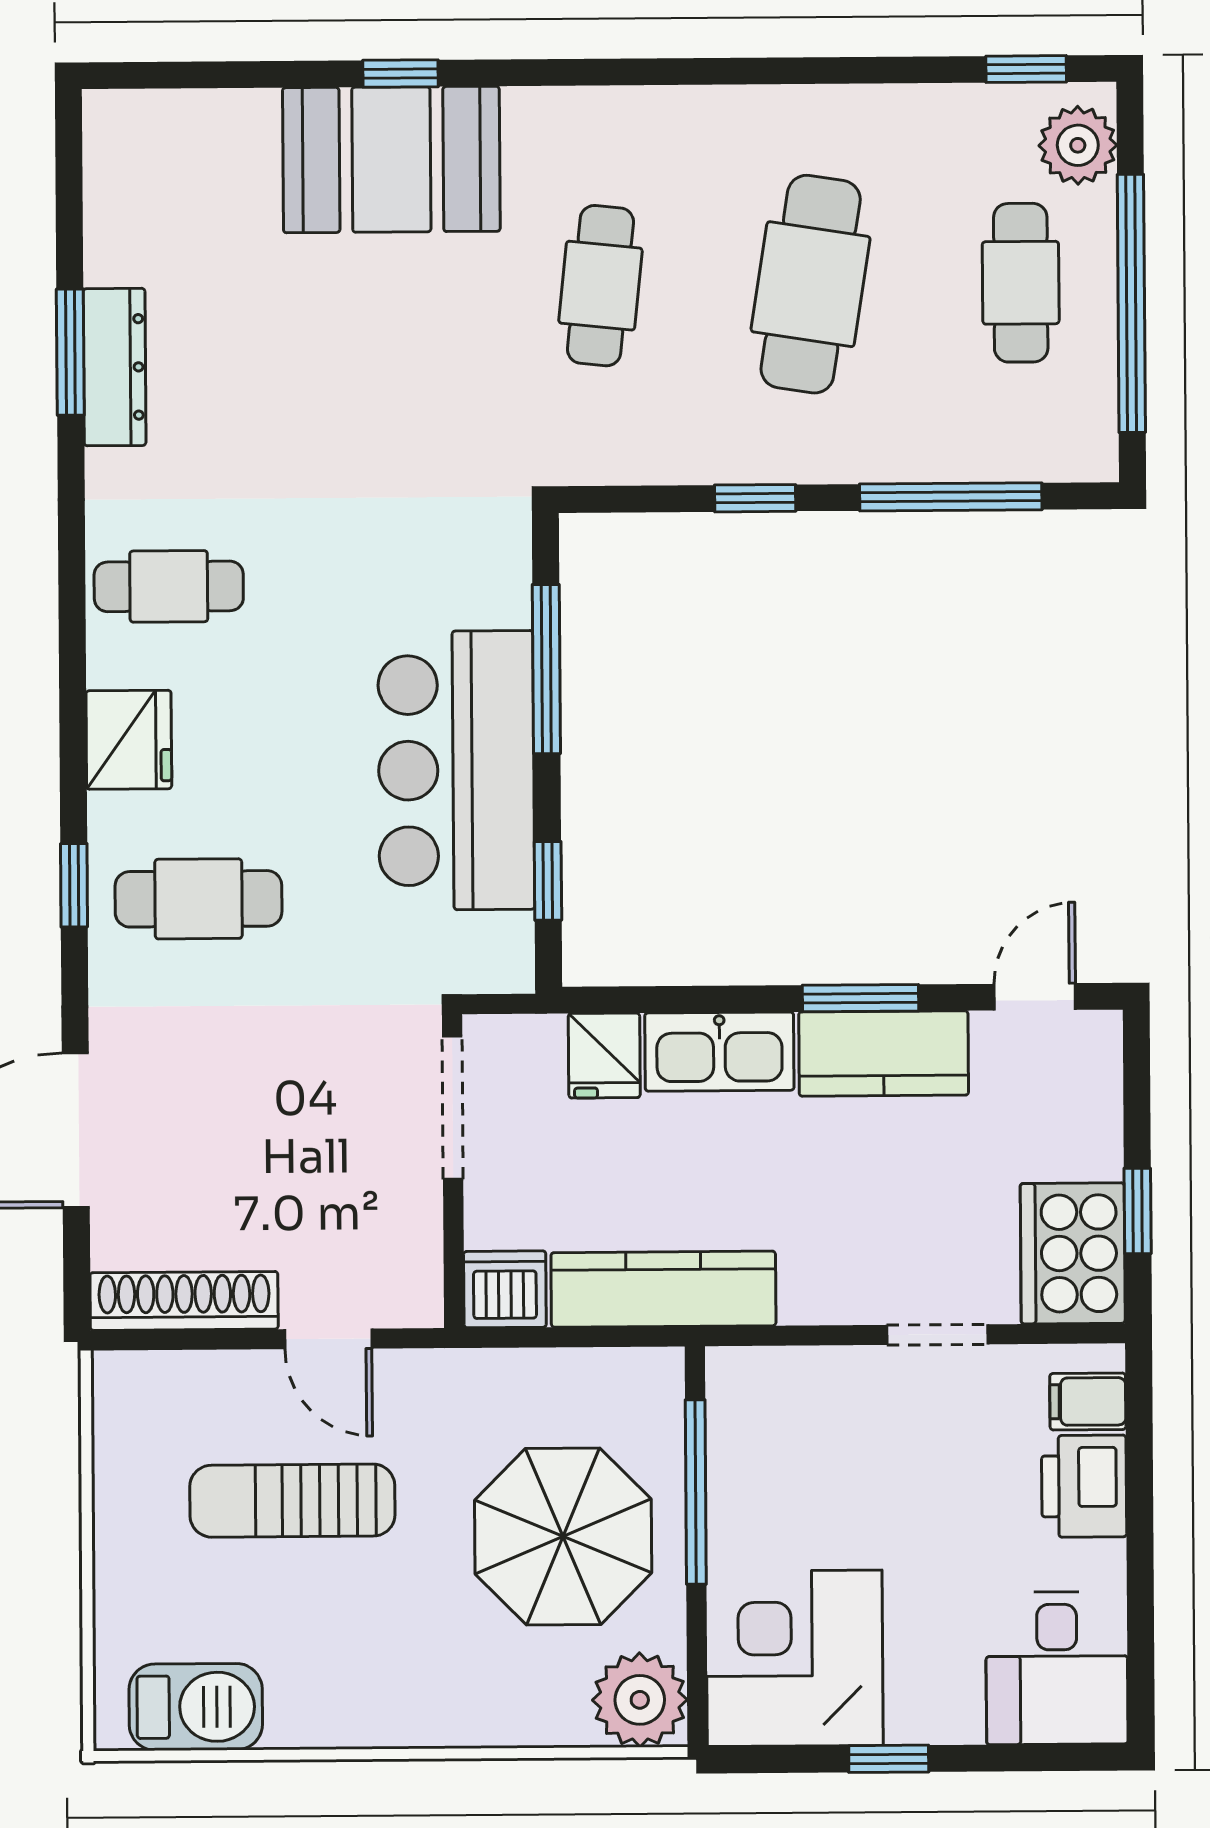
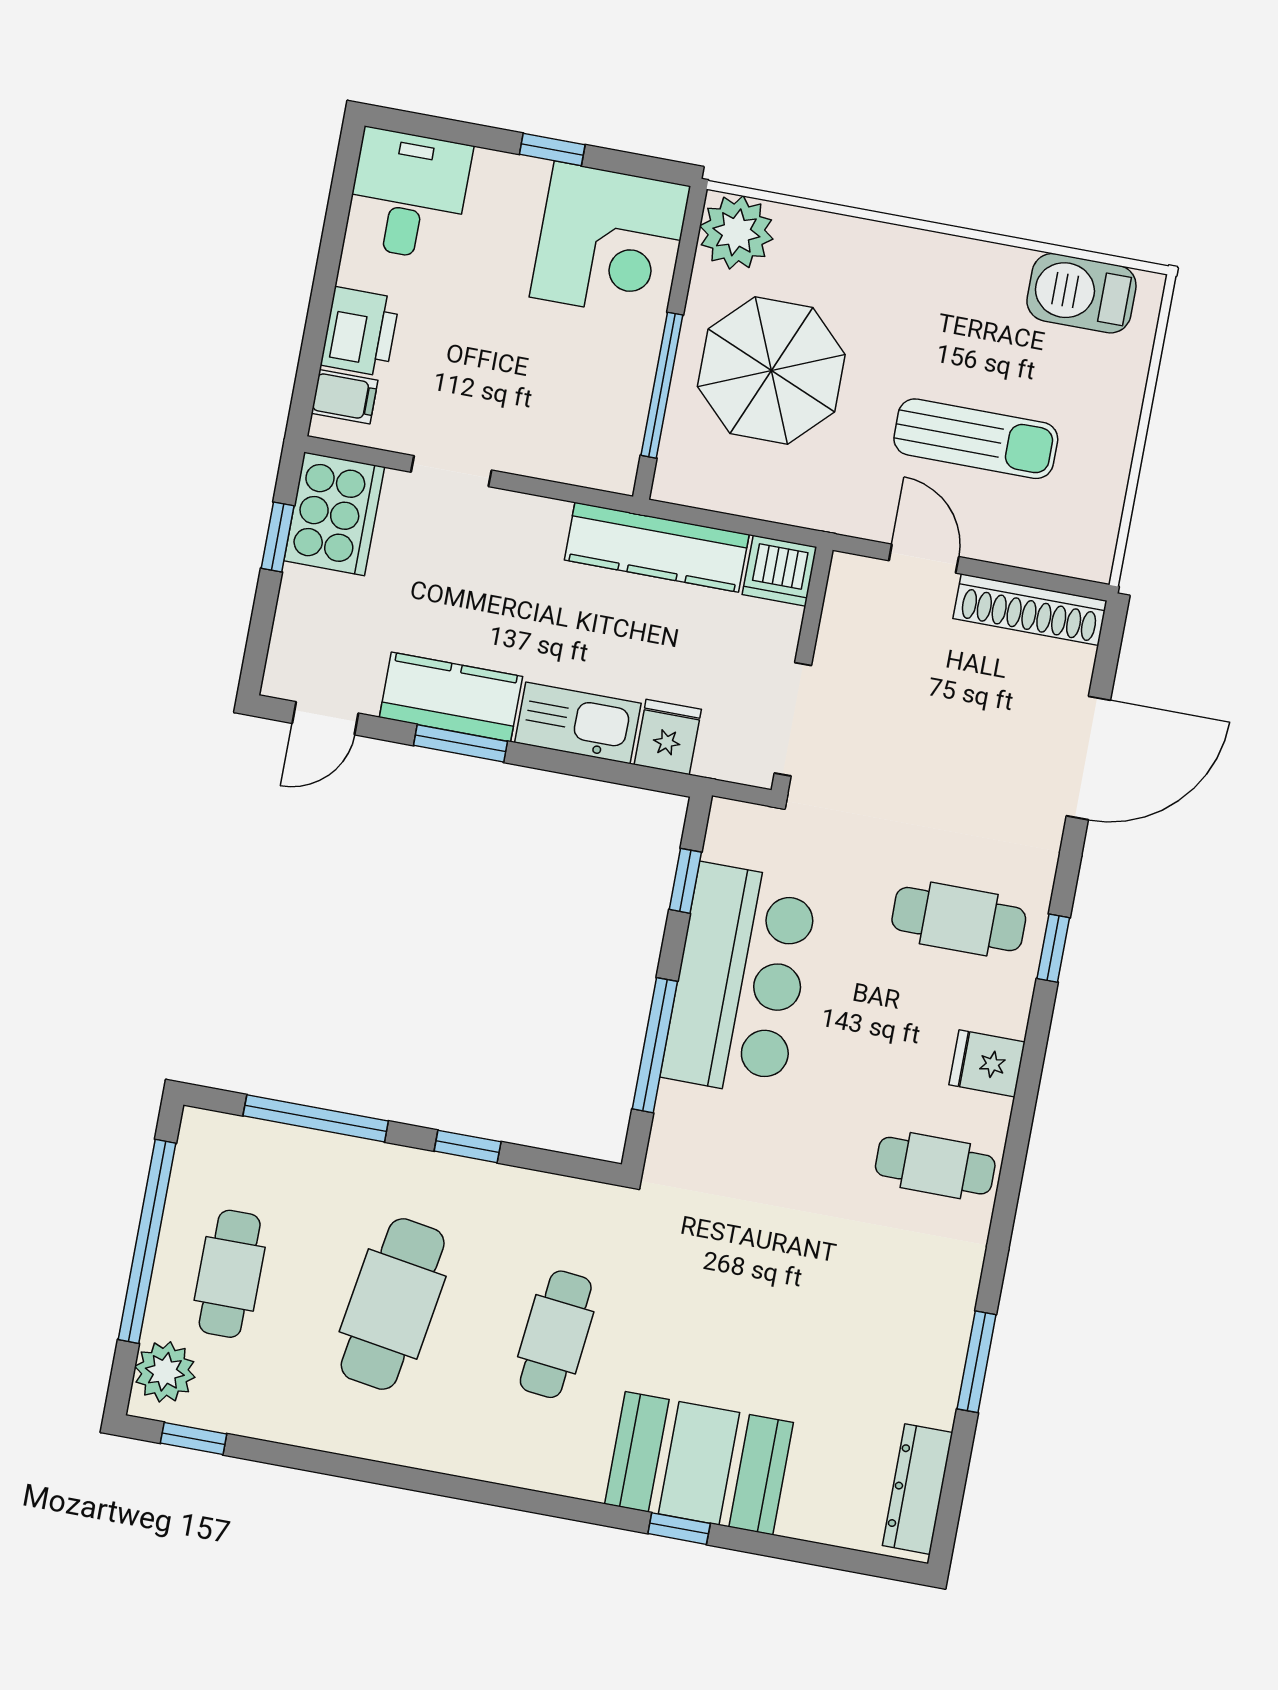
dresser: (115, 367) -> (918, 1489), moved
fridge: (129, 740) -> (987, 1063), width x0.72

